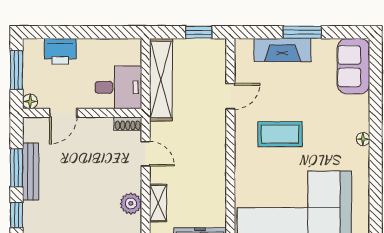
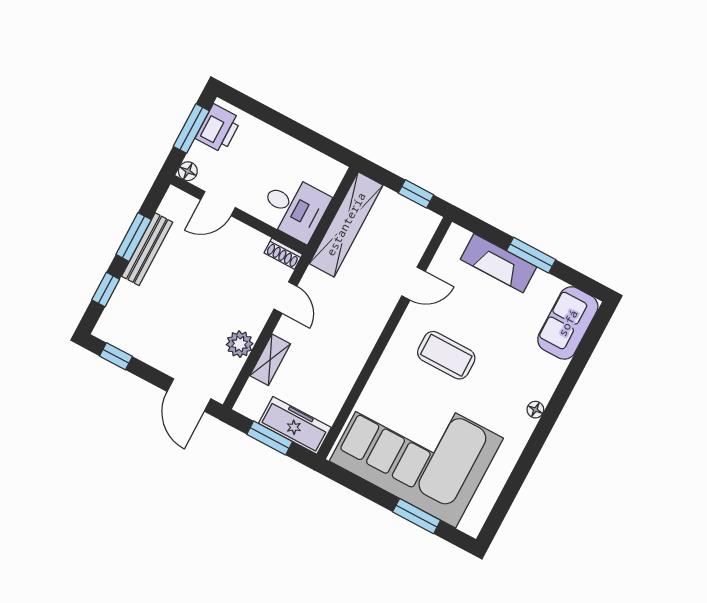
printer: (60, 51) -> (218, 128), moved, turned -90

